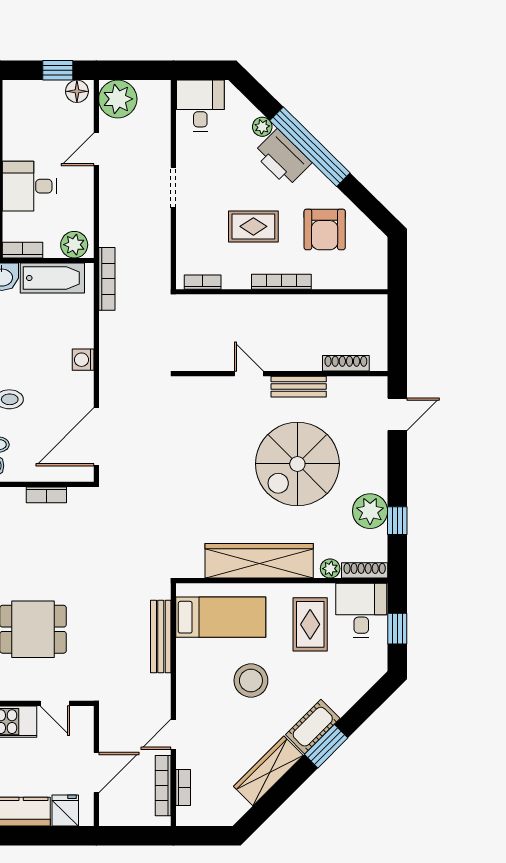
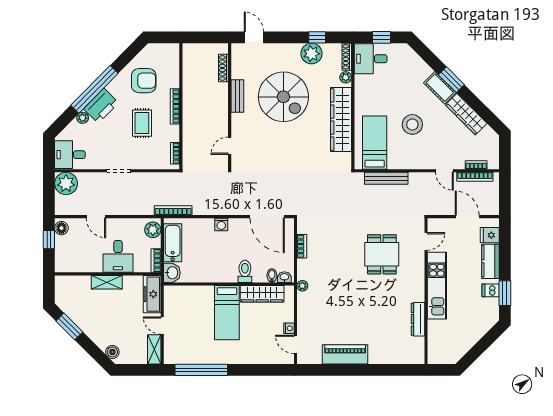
plant: (118, 99) -> (66, 183), moved
door: (249, 374) -> (230, 146), moved
rug: (310, 624) -> (379, 89), removed

